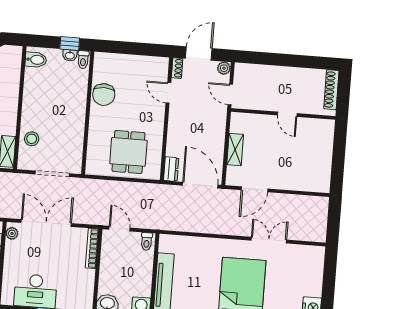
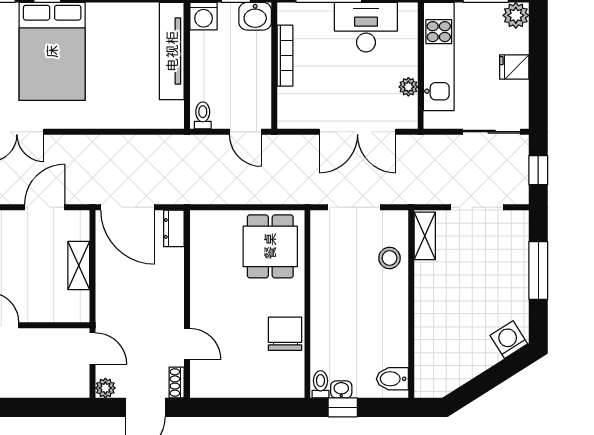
dining table: (128, 152) -> (270, 246), moved
plant: (12, 233) -> (408, 87), moved
bookcase: (92, 248) -> (285, 56), moved

